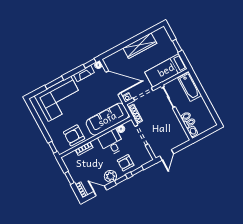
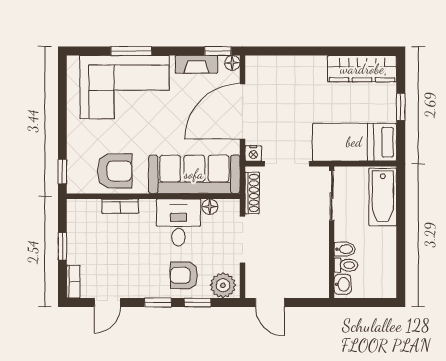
wardrobe: (140, 46) -> (362, 69), moved
door: (113, 83) -> (242, 111), swing flipped
armchair: (74, 135) -> (115, 171), turned 180
door: (167, 155) -> (270, 302), hinge flipped
plant: (110, 176) -> (223, 285), moved
door: (100, 191) -> (107, 302), swing flipped

